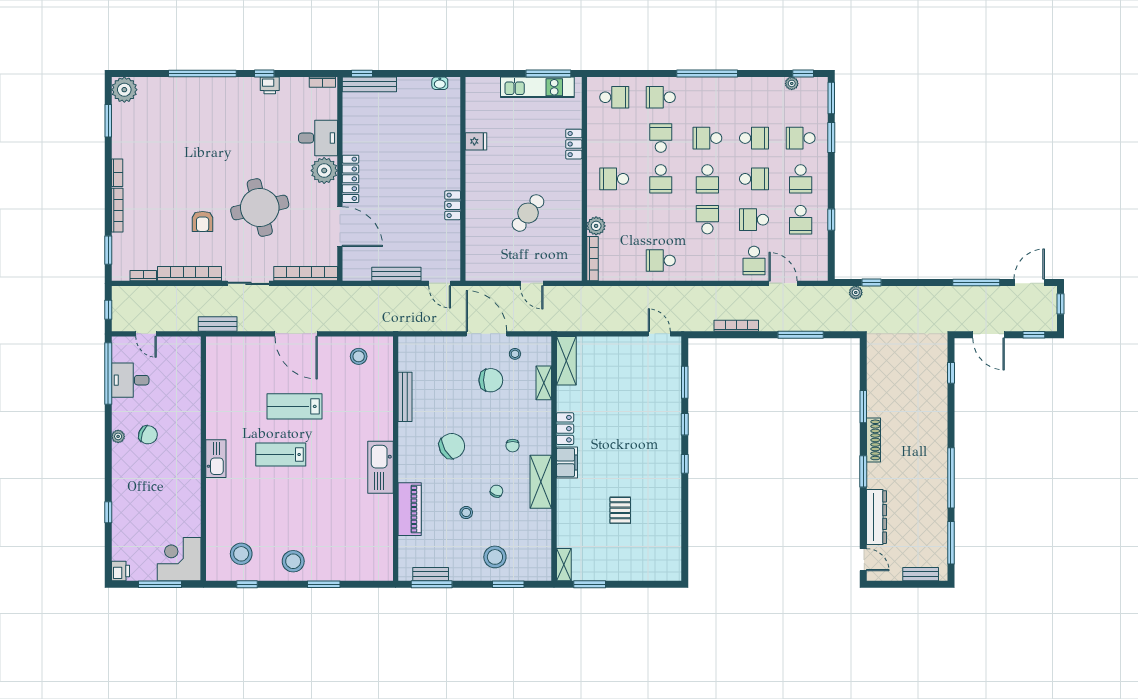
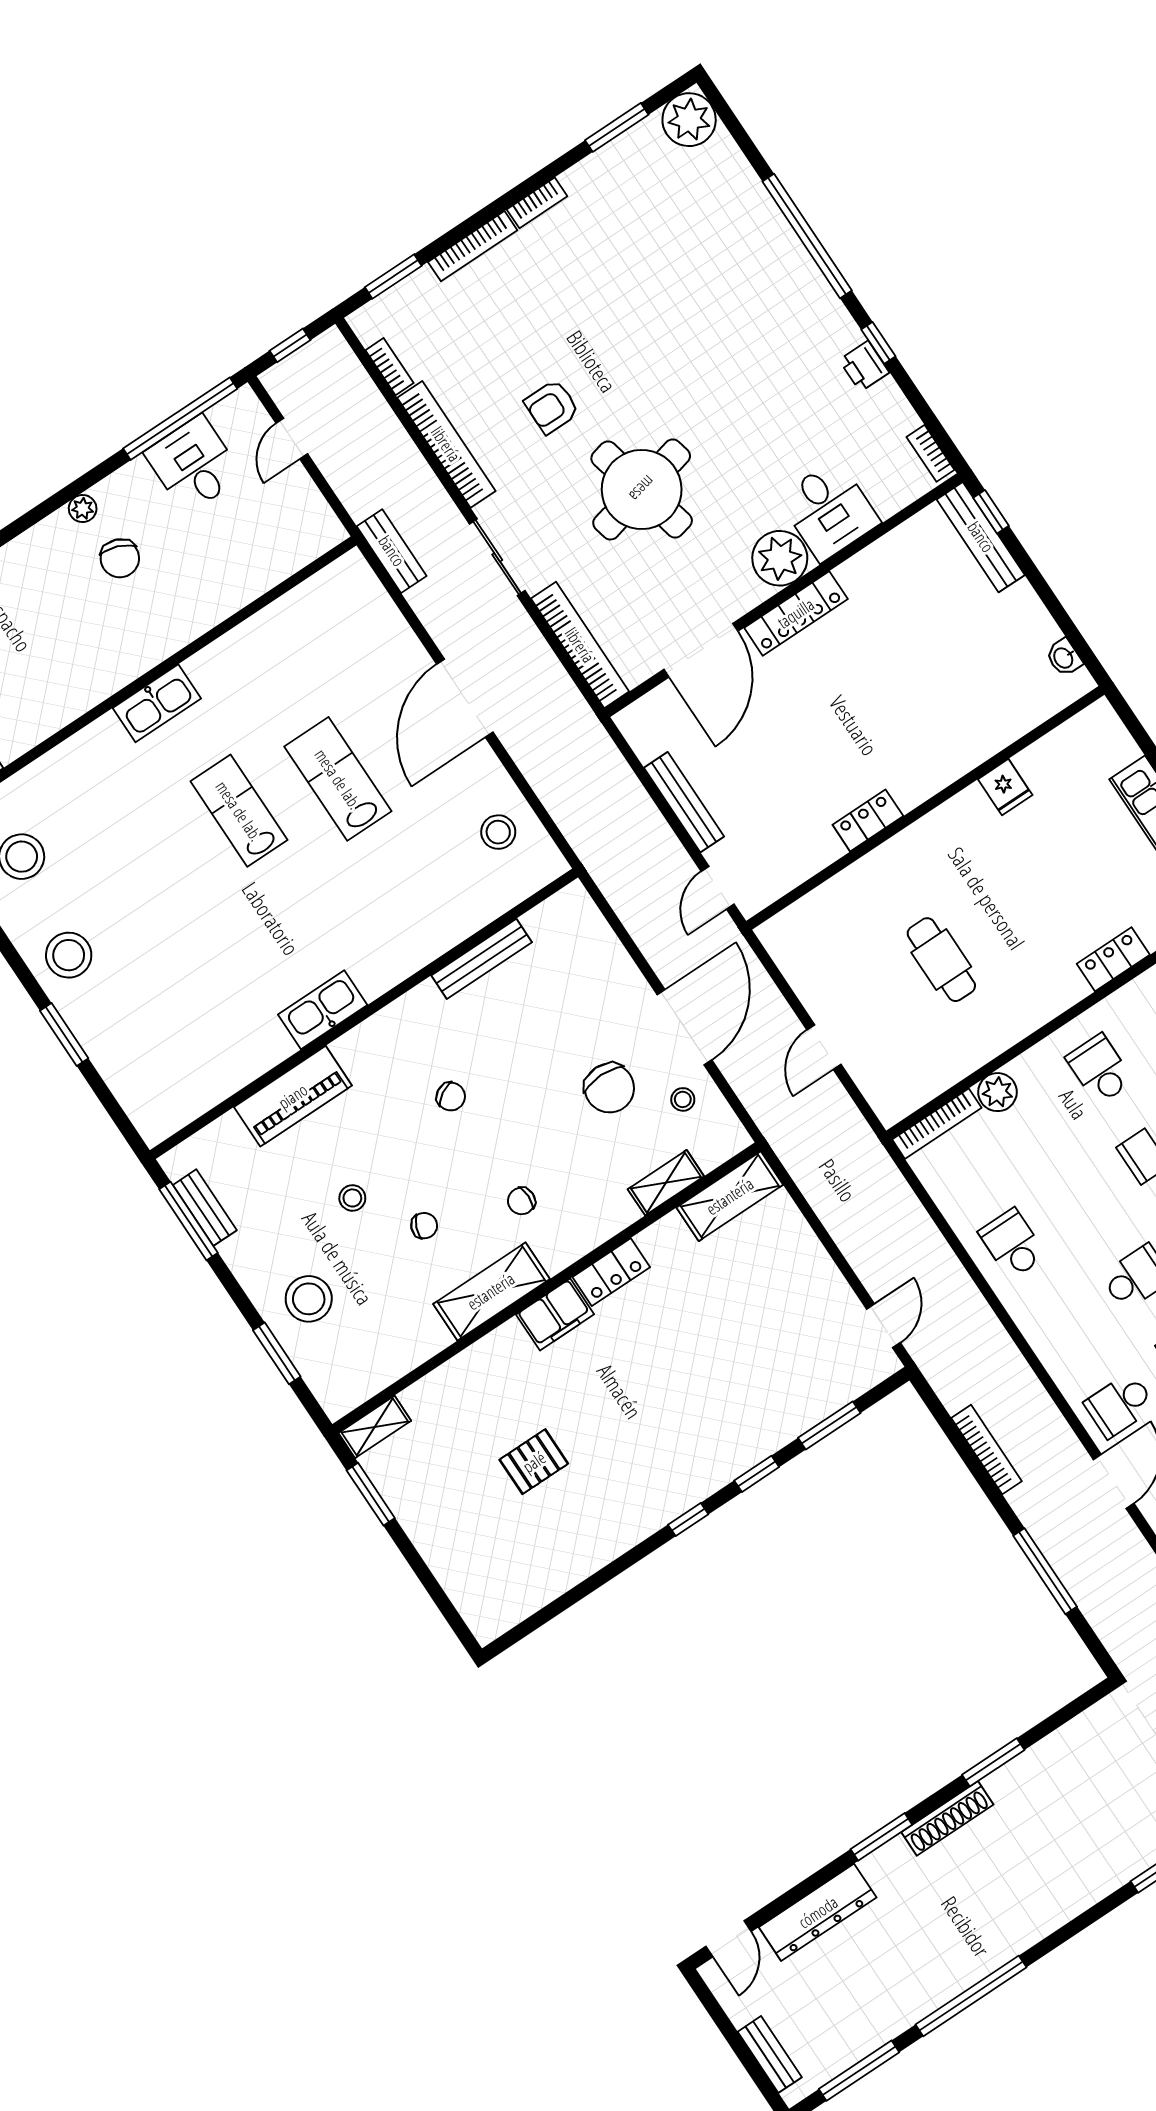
cafe table: (528, 213) -> (941, 960), turned 53
chair: (452, 446) -> (451, 1097), width x0.54, depth x0.54
kitchen sink: (380, 467) -> (323, 1010), width x0.73, depth x0.81

